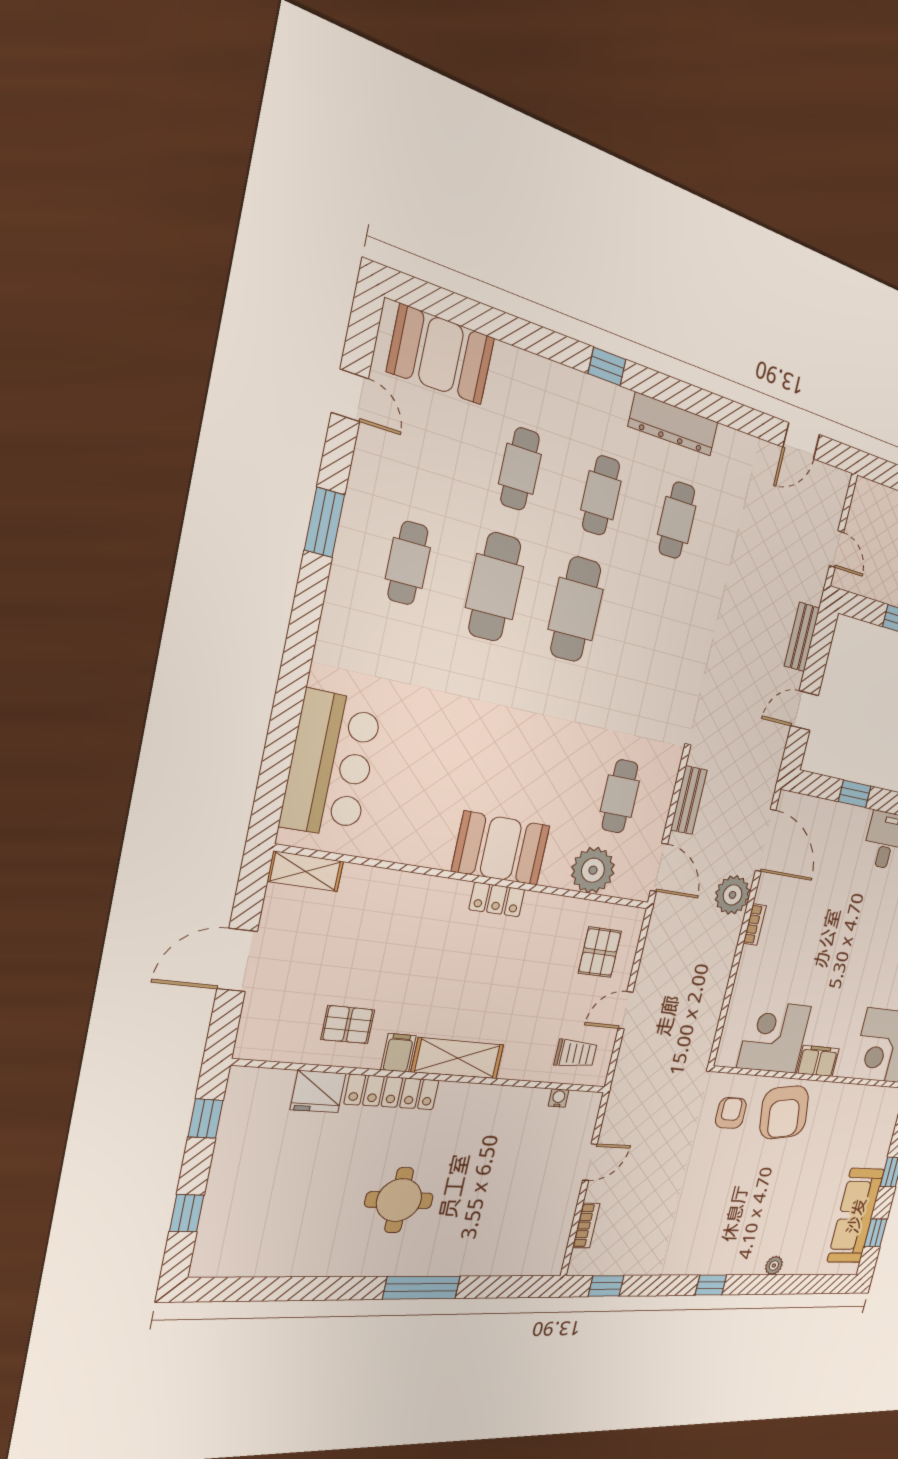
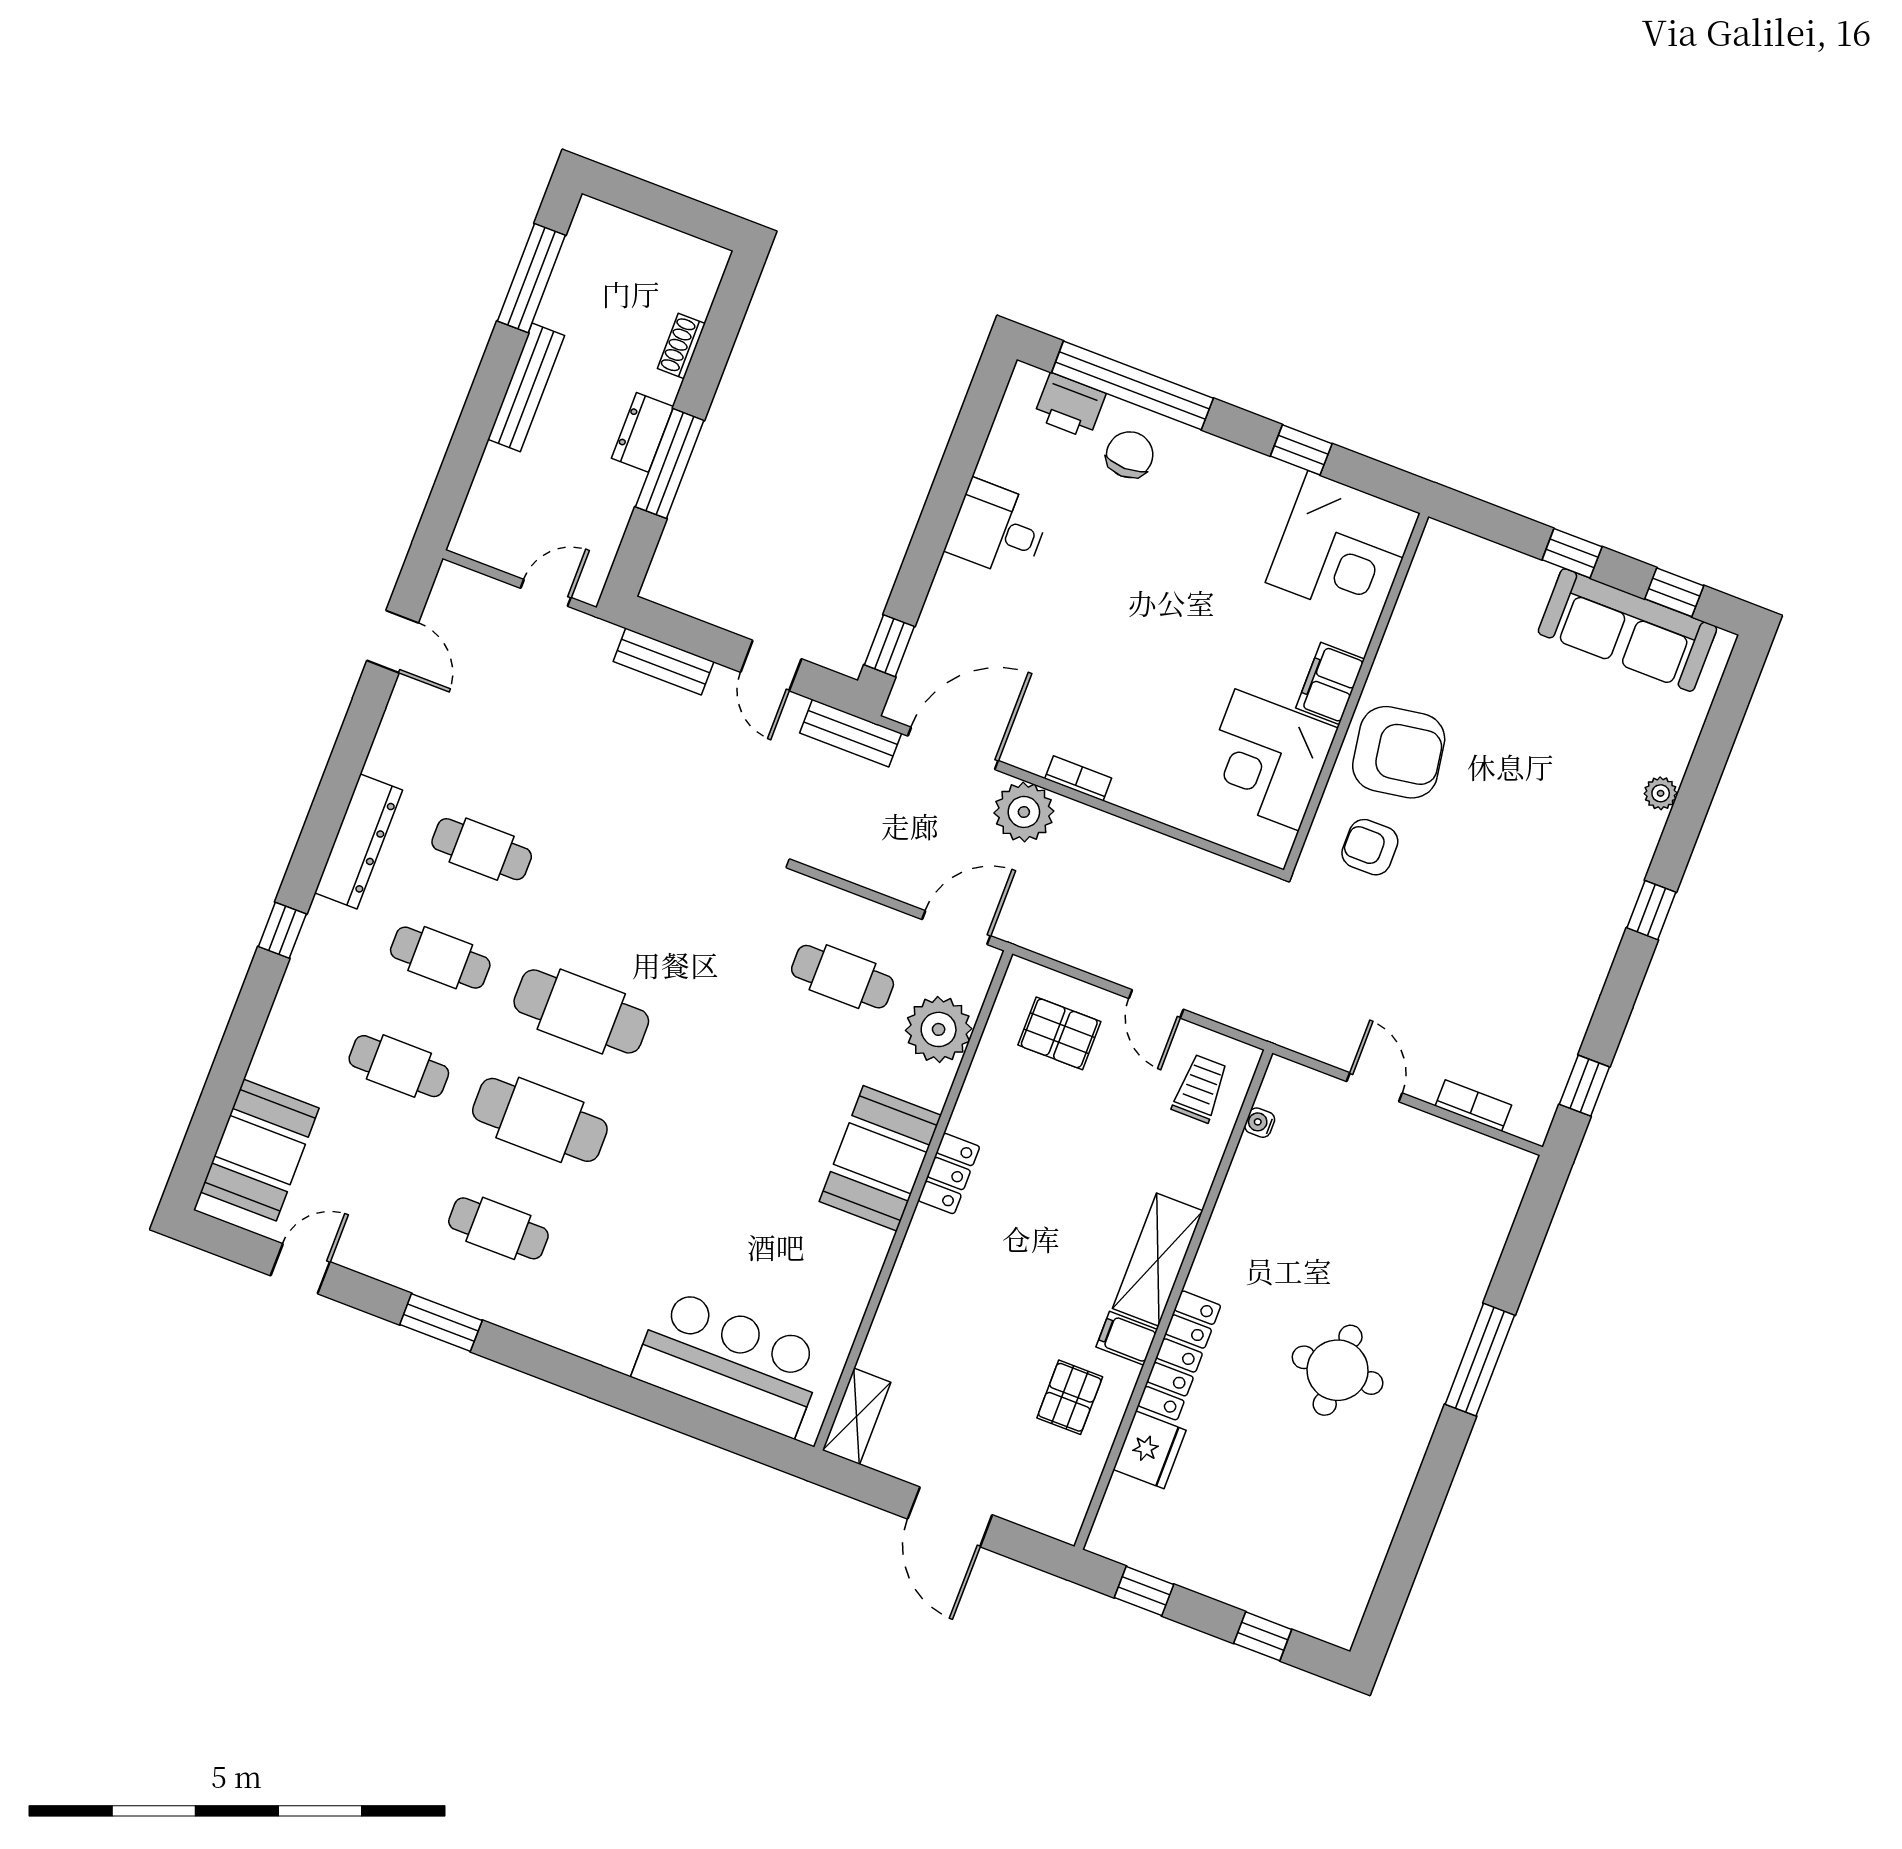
window: (855, 794) -> (889, 646), moved
bench: (689, 800) -> (851, 733), moved

